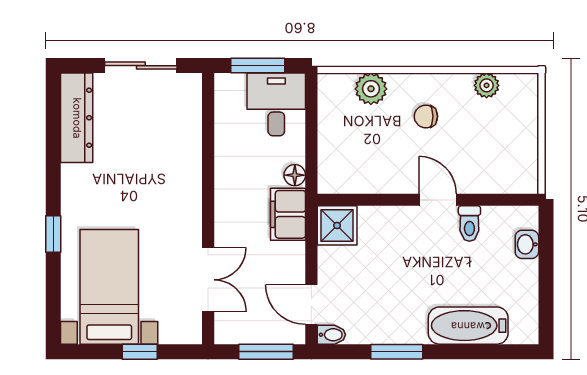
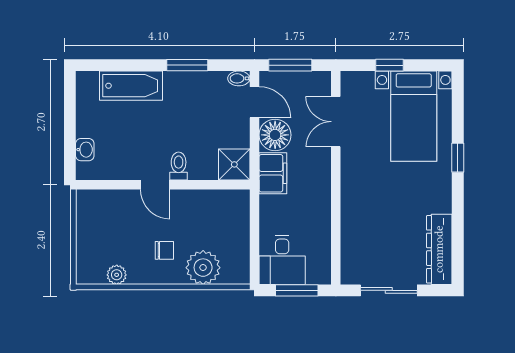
plant: (371, 89) -> (203, 268), width x1.36, depth x1.36
floor lamp: (295, 175) -> (275, 135), moved, width x1.89, depth x1.89
toilet: (469, 223) -> (179, 166), moved

